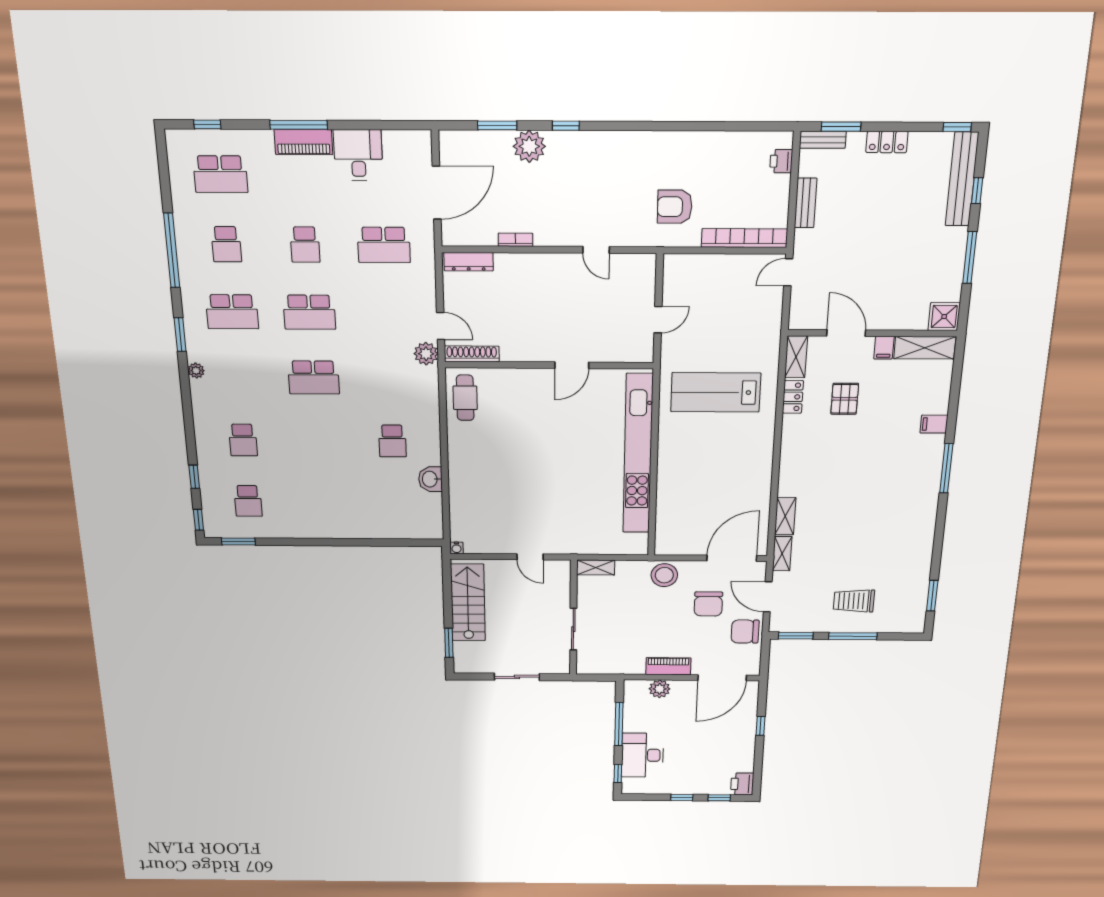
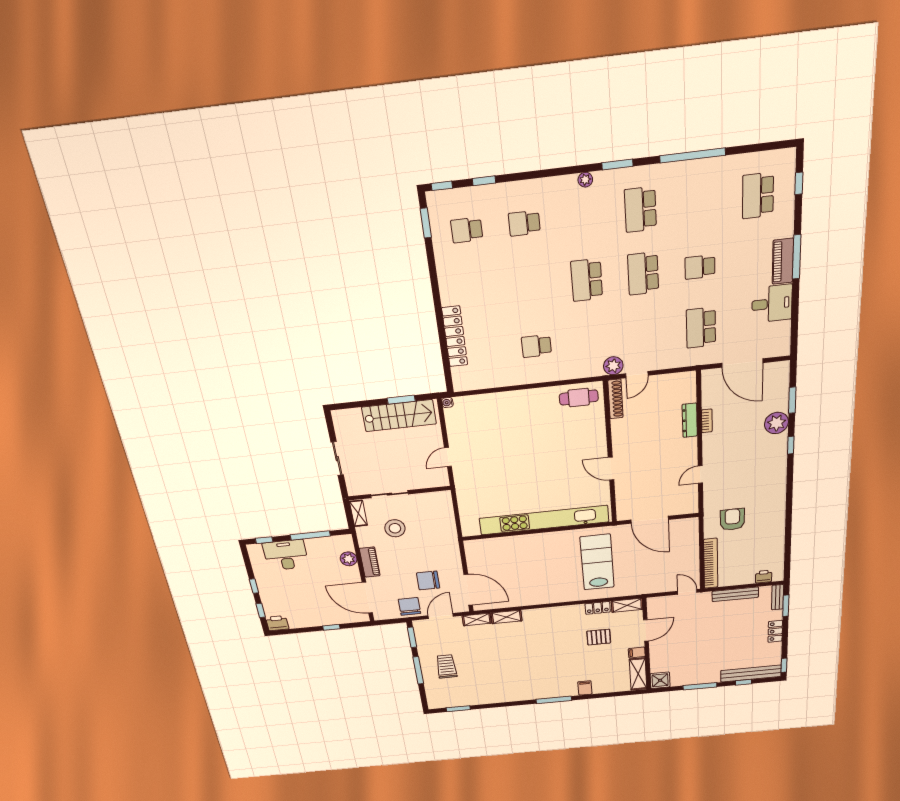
bench: (806, 203) -> (735, 594), width x1.36
school desk: (226, 244) -> (699, 203), removed
dresser: (469, 262) -> (690, 420), moved
door: (658, 320) -> (650, 520), width x1.88
washbasin: (430, 479) -> (506, 378), removed
locker: (373, 529) -> (455, 336), added
shelving: (596, 568) -> (358, 513), moved
stool: (664, 575) -> (395, 528), moved
window: (449, 643) -> (401, 400), moved

